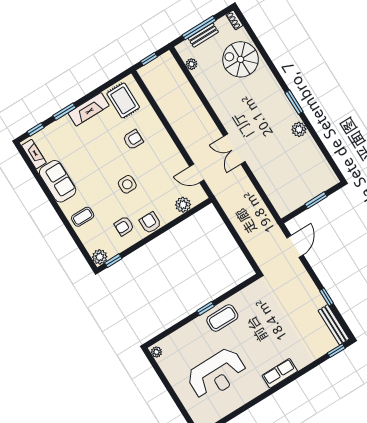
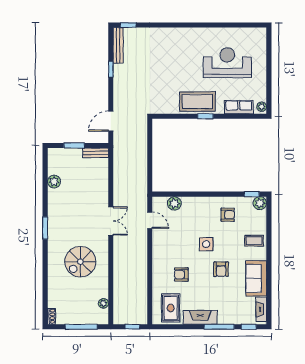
bench: (203, 35) -> (96, 153), moved
spiral stairs: (241, 59) -> (80, 262), moved, turned 90
window: (64, 112) -> (219, 327), width x1.44
plant: (299, 129) -> (54, 182), moved
armchair: (150, 223) -> (221, 269), moved
coffee table: (222, 318) -> (197, 102), width x1.36, depth x1.32
row of seats: (280, 373) -> (239, 107), moved, turned 180

